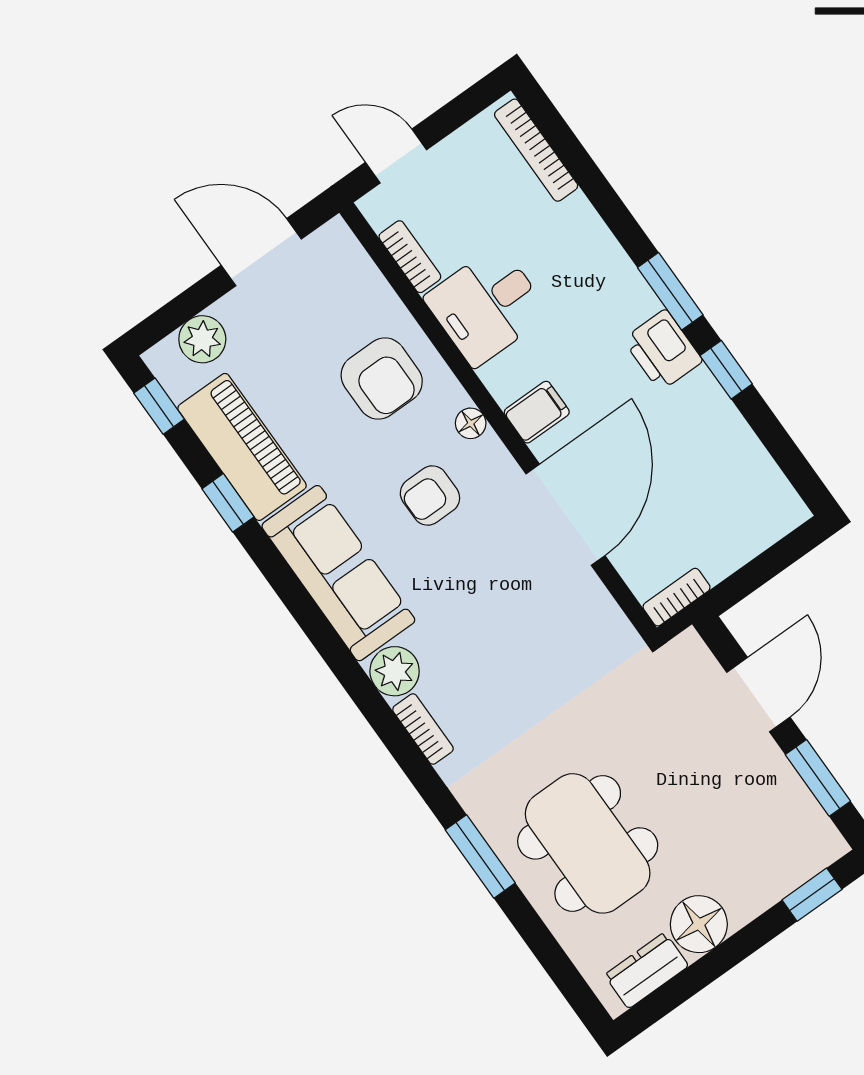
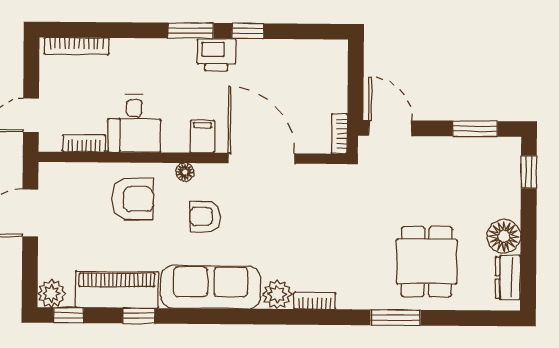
plant: (202, 339) -> (51, 293), moved
armchair: (430, 496) -> (205, 217), turned 90
door: (758, 695) -> (390, 128), moved
dining table: (588, 843) -> (427, 262), width x0.73

